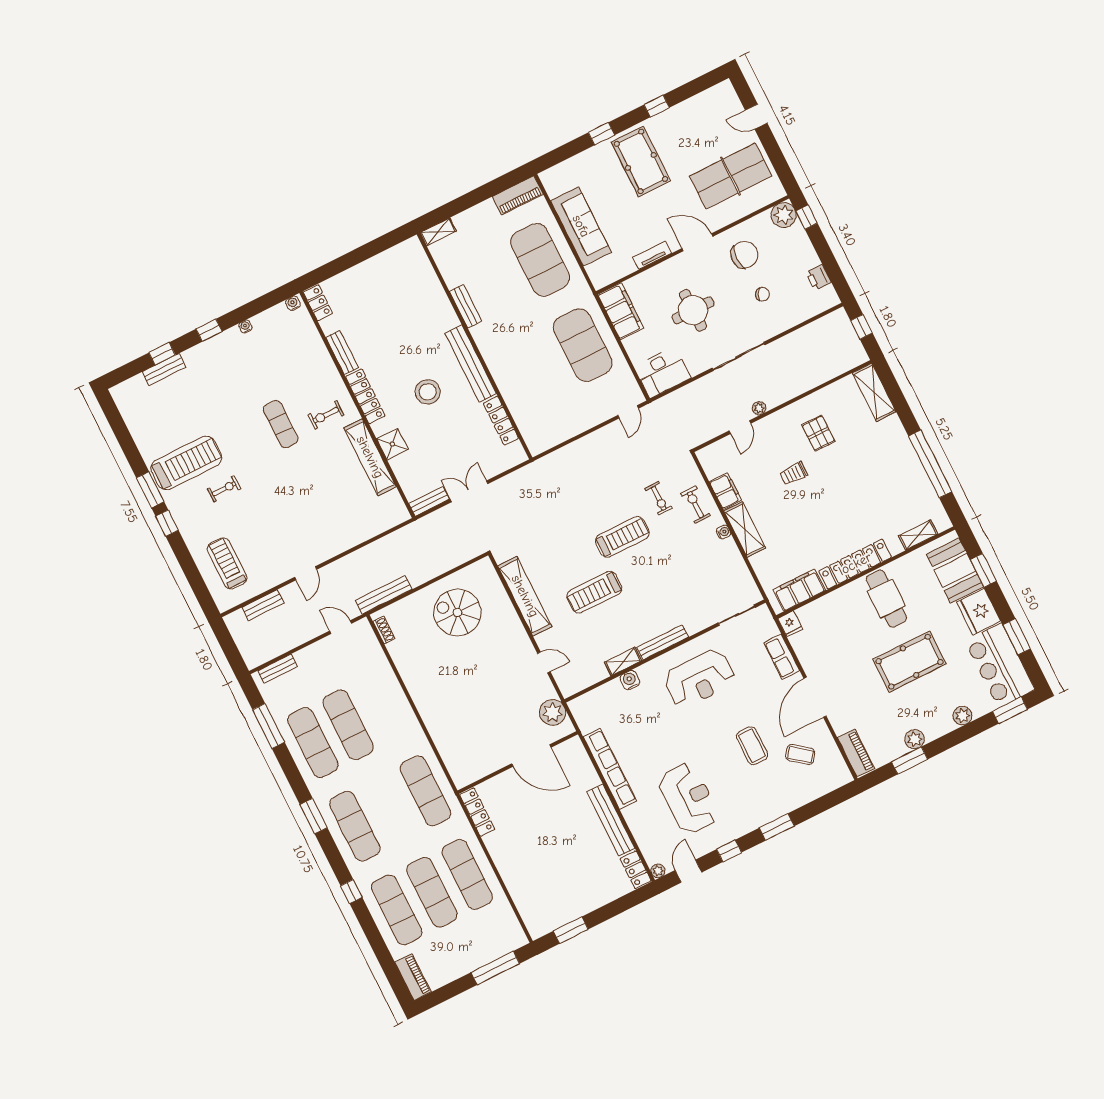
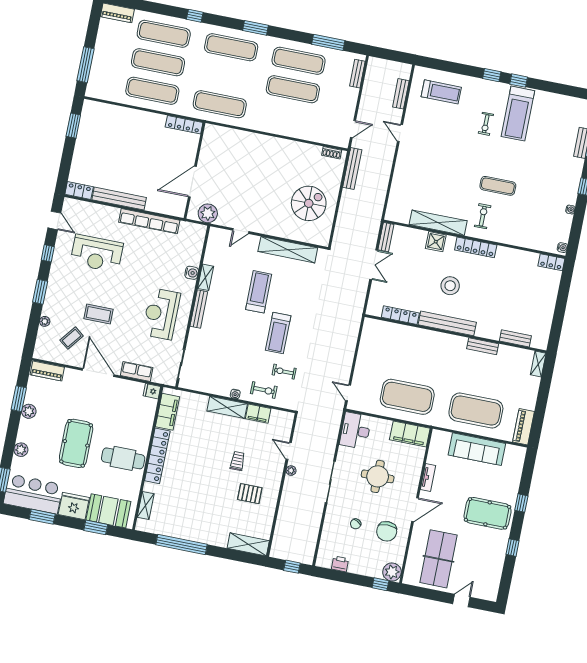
bench: (342, 353) -> (515, 338), moved
window: (150, 490) -> (519, 81), width x0.67
plant: (658, 871) -> (45, 321), moved

